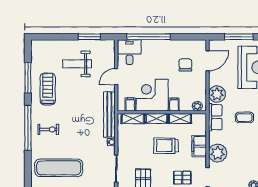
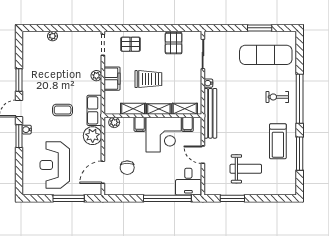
door: (116, 77) -> (203, 155), swing flipped
plant: (218, 153) -> (96, 76), width x0.53, depth x0.53

